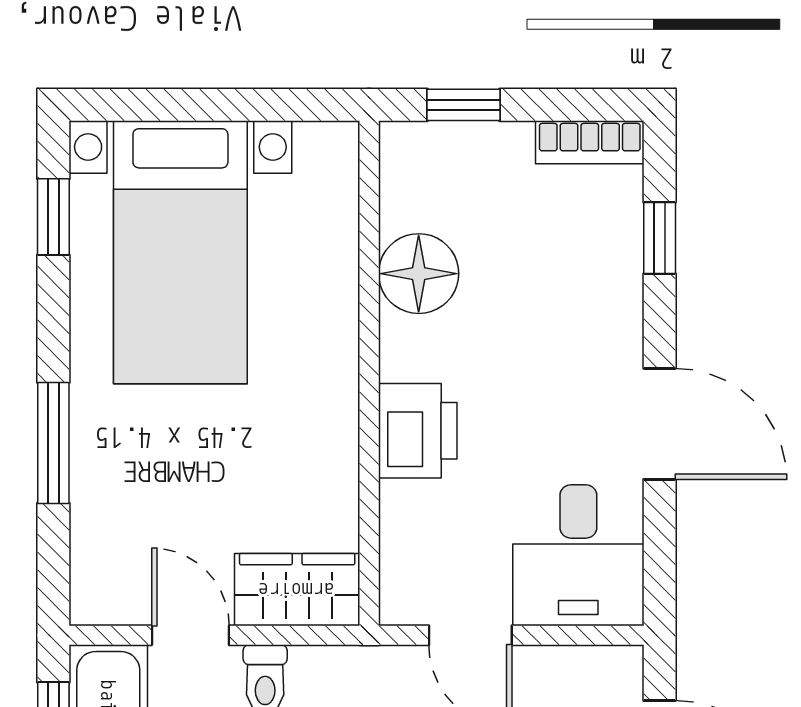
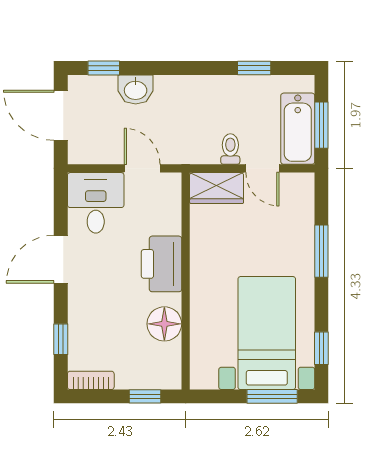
window: (168, 105) -> (272, 396), added
door: (660, 424) -> (61, 259), hinge flipped
printer: (418, 431) -> (162, 264), width x1.37, depth x1.19

